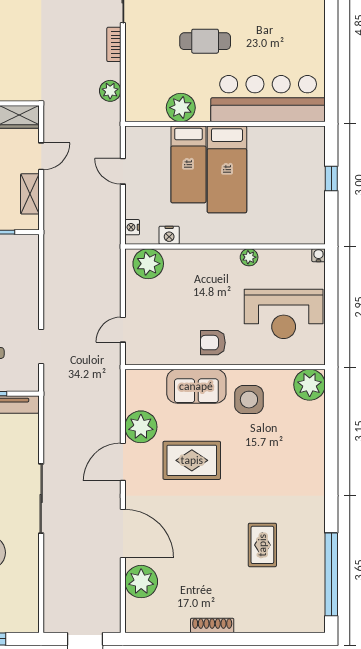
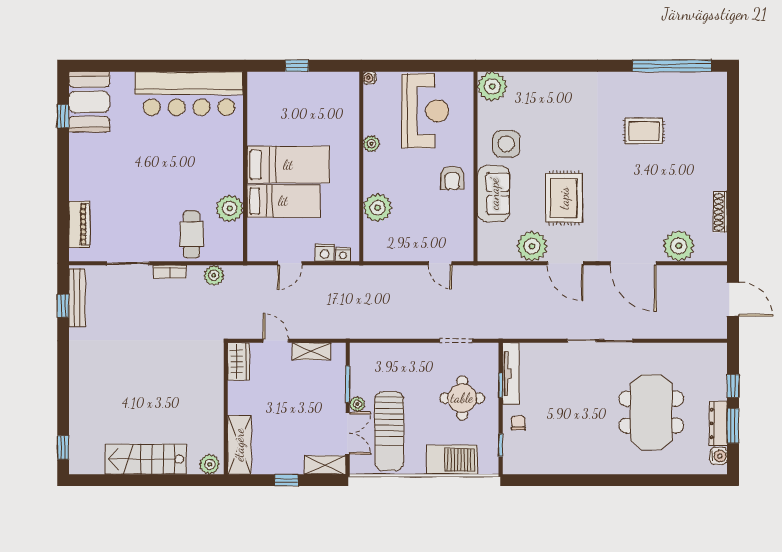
cafe table: (205, 41) -> (192, 234), moved
bar counter: (268, 99) -> (189, 94), moved, turned -90
nightstand: (169, 235) -> (325, 253), moved, turned 90
plant: (148, 264) -> (378, 208), moved
door: (123, 534) -> (633, 263), swing flipped
shoe rack: (212, 625) -> (720, 212), moved

